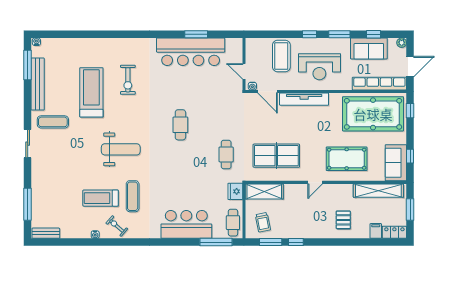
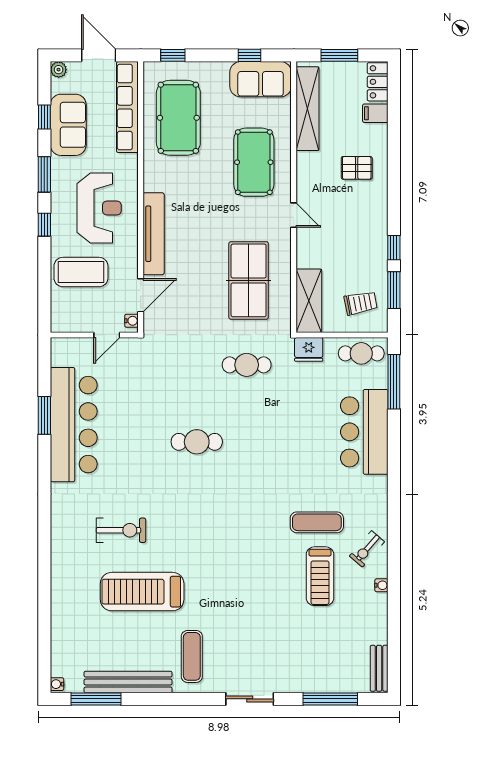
pool table: (373, 114) -> (178, 118), width x0.73, depth x0.76
sliding door: (28, 144) -> (250, 699), moved
weight bench: (121, 149) -> (238, 542), removed

